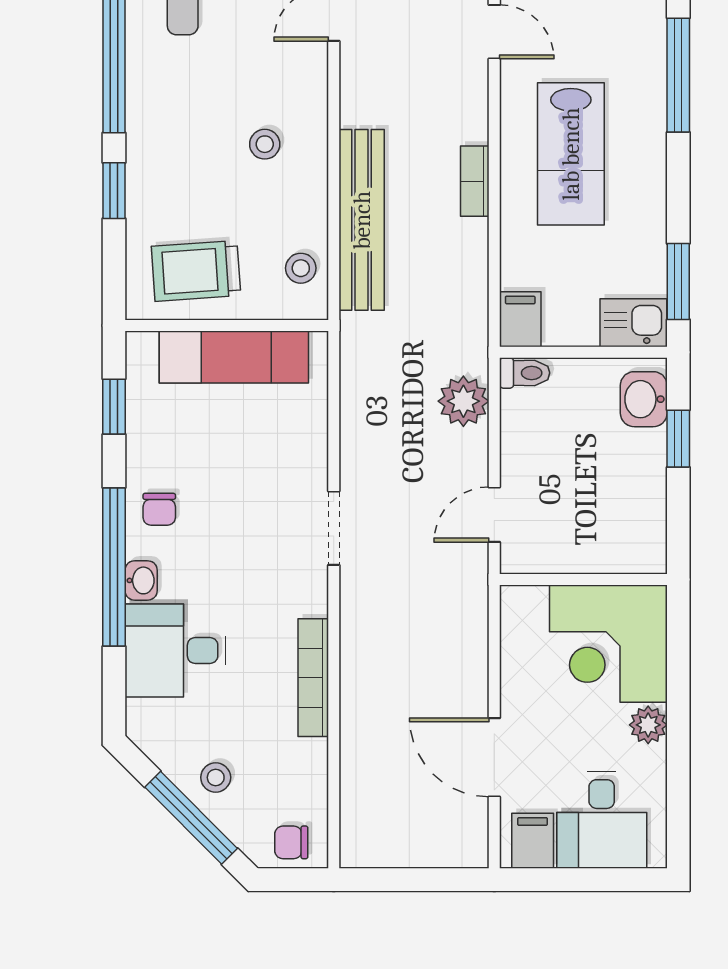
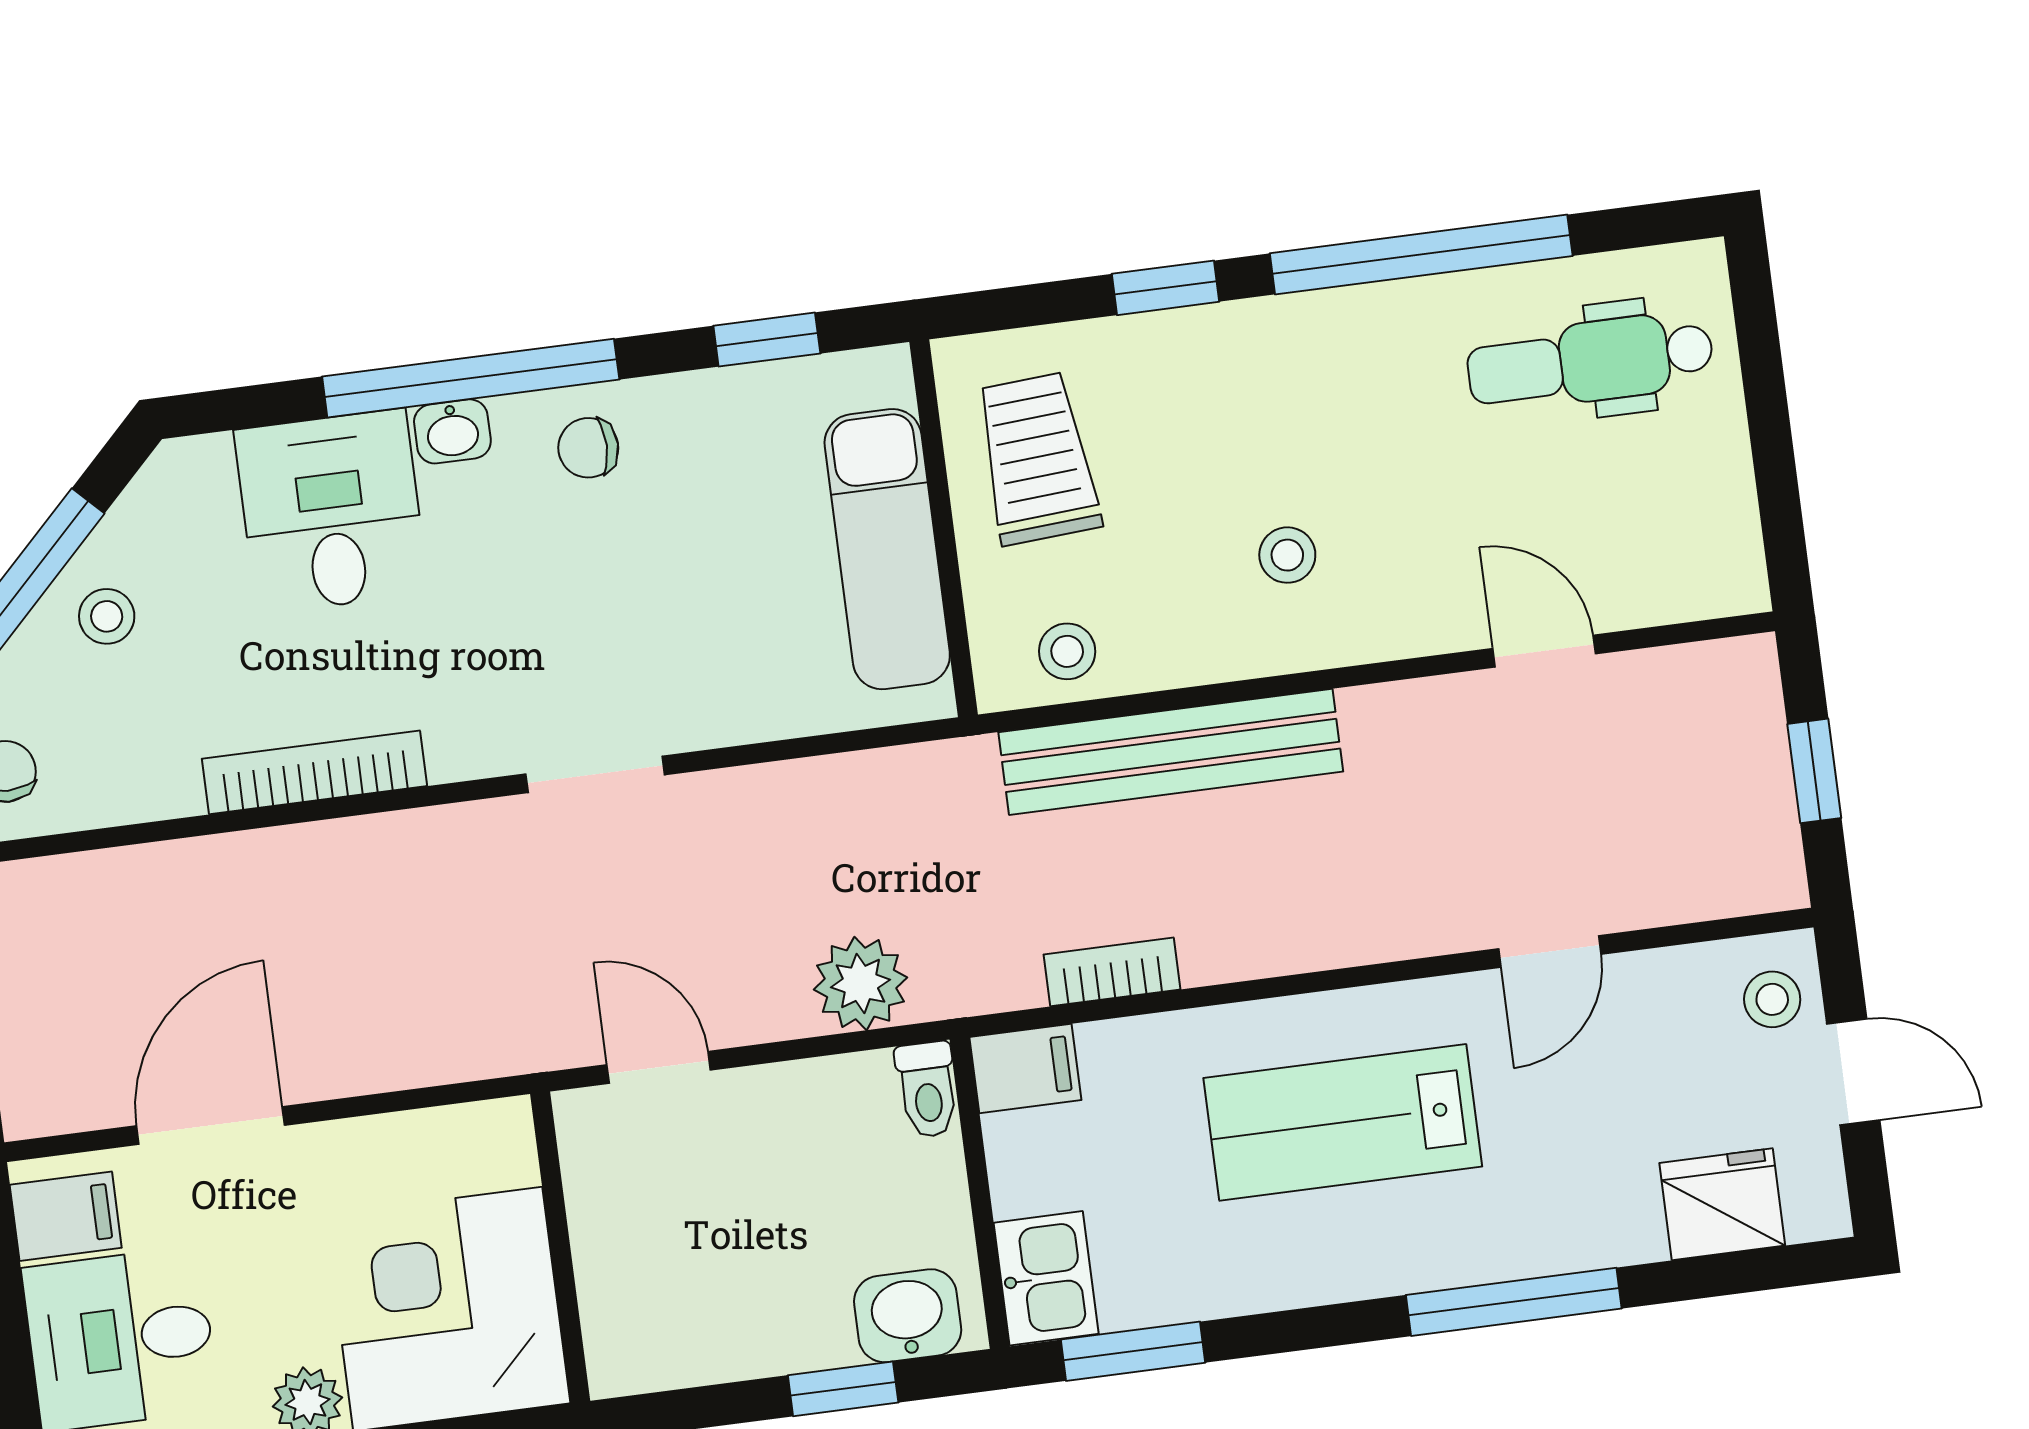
bookcase: (475, 181) -> (1112, 972), moved

